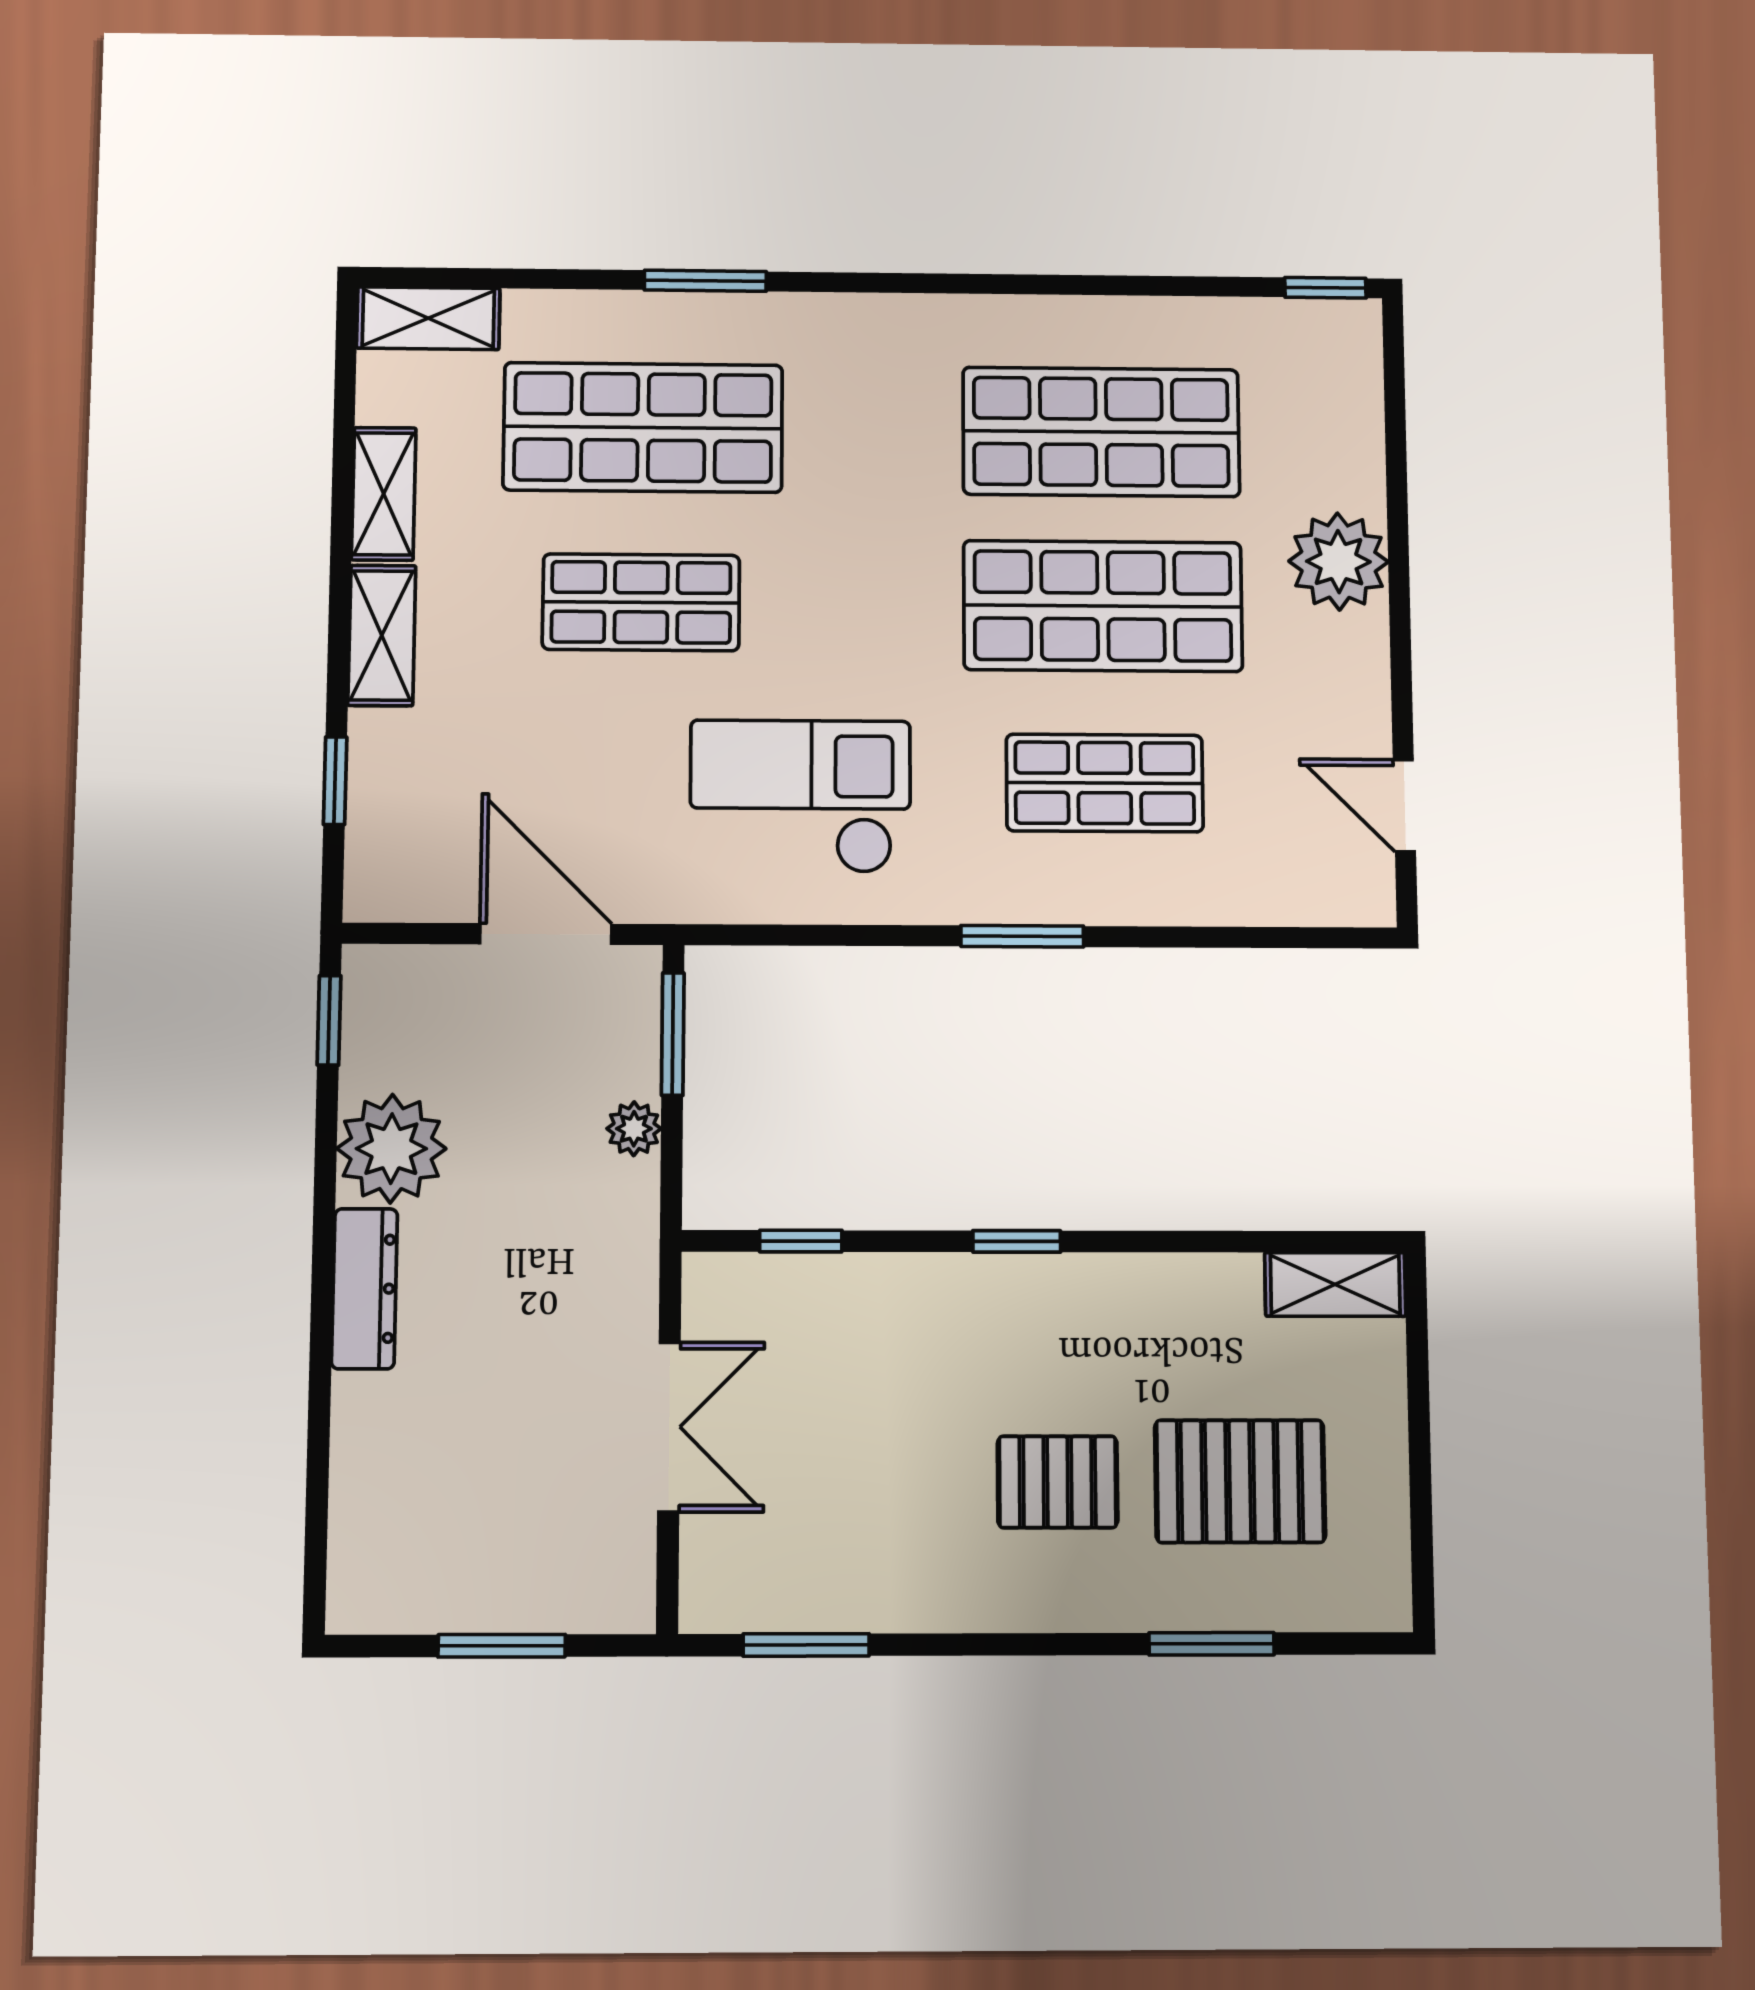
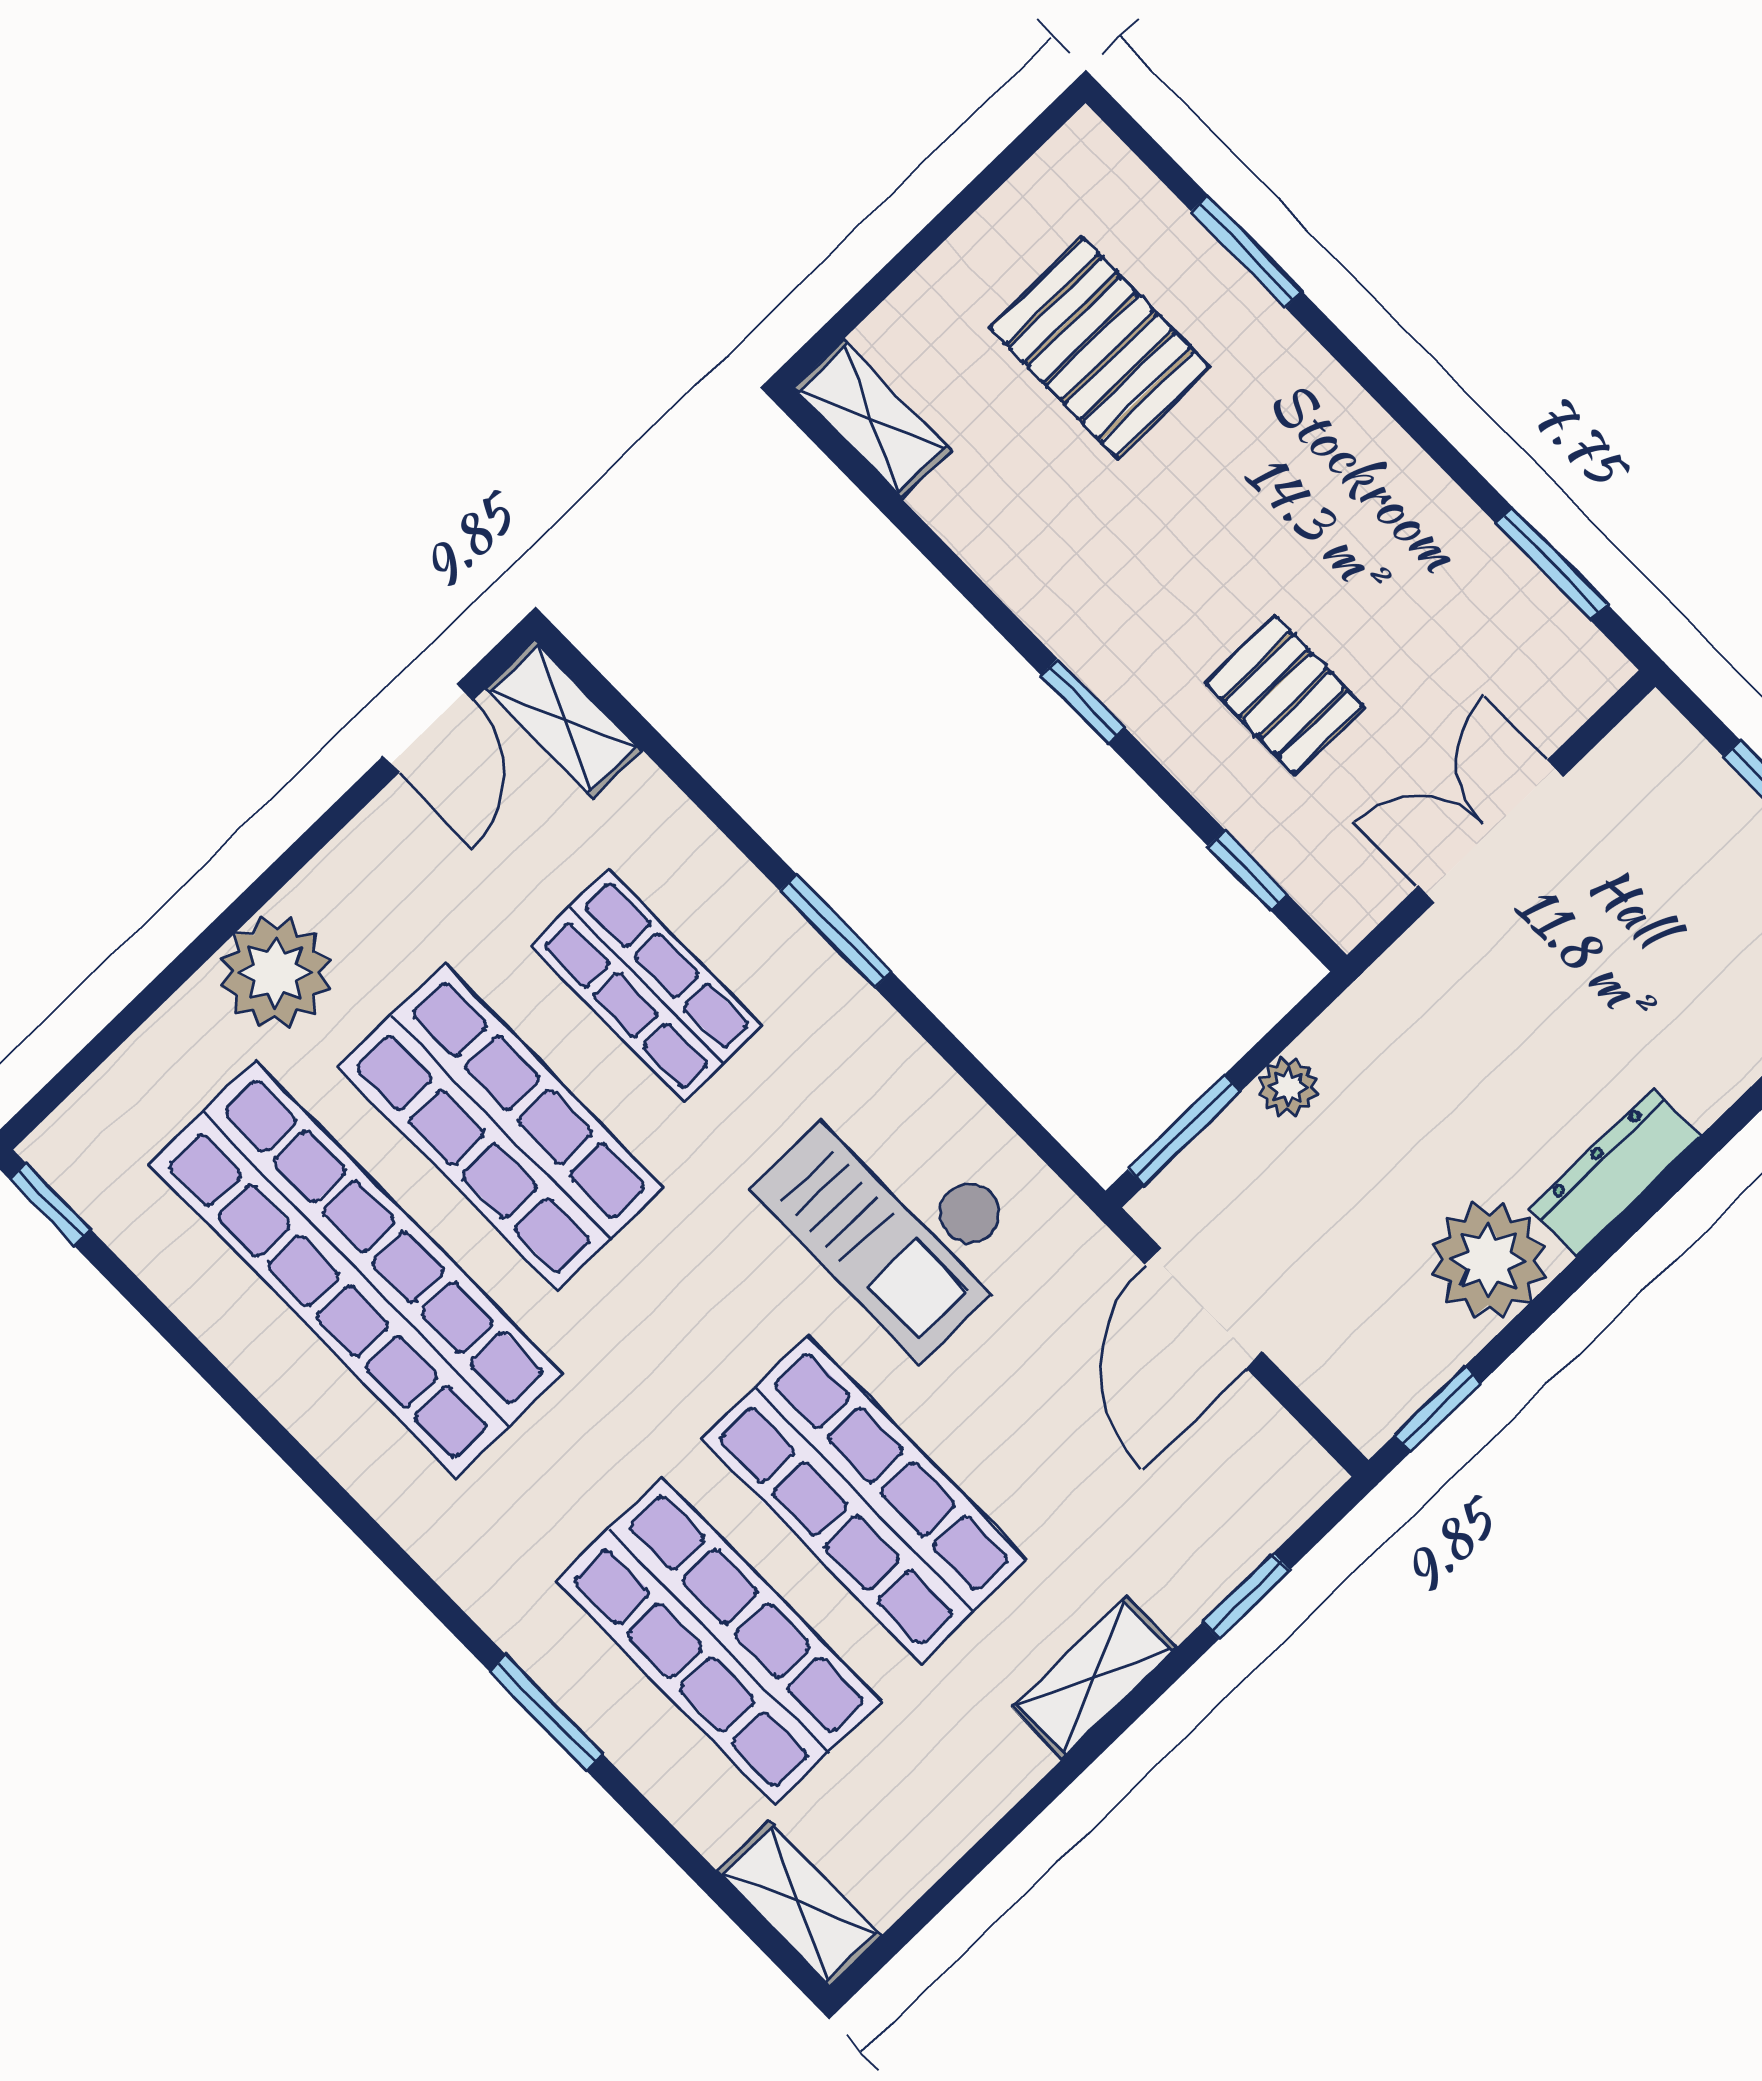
shop shelf: (1101, 432) -> (356, 1269), width x1.40
shelving: (384, 494) -> (564, 719), moved, turned 90
shop shelf: (641, 602) -> (864, 1499), width x1.43, depth x1.36
pallet: (1058, 1482) -> (1285, 694), moved

